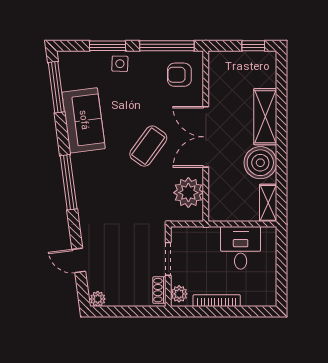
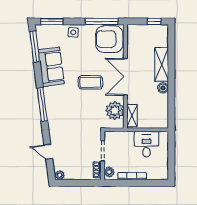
window: (108, 46) -> (52, 21), moved
armchair: (179, 75) -> (109, 39), width x1.88, depth x1.88
coffee table: (148, 146) -> (91, 82), turned 54
boiler: (260, 163) -> (163, 88), width x0.54, depth x0.54
shelving: (268, 203) -> (132, 116), moved

